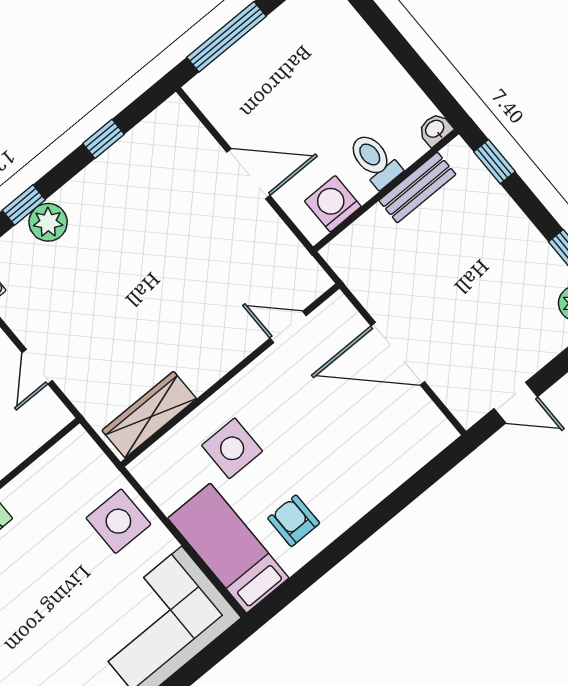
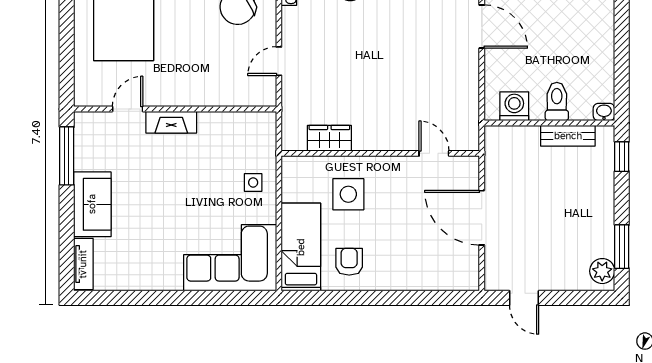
door: (248, 174) -> (482, 27), moved
wardrobe: (149, 415) -> (329, 138), width x0.67
side table: (118, 521) -> (253, 182), width x0.54, depth x0.54

